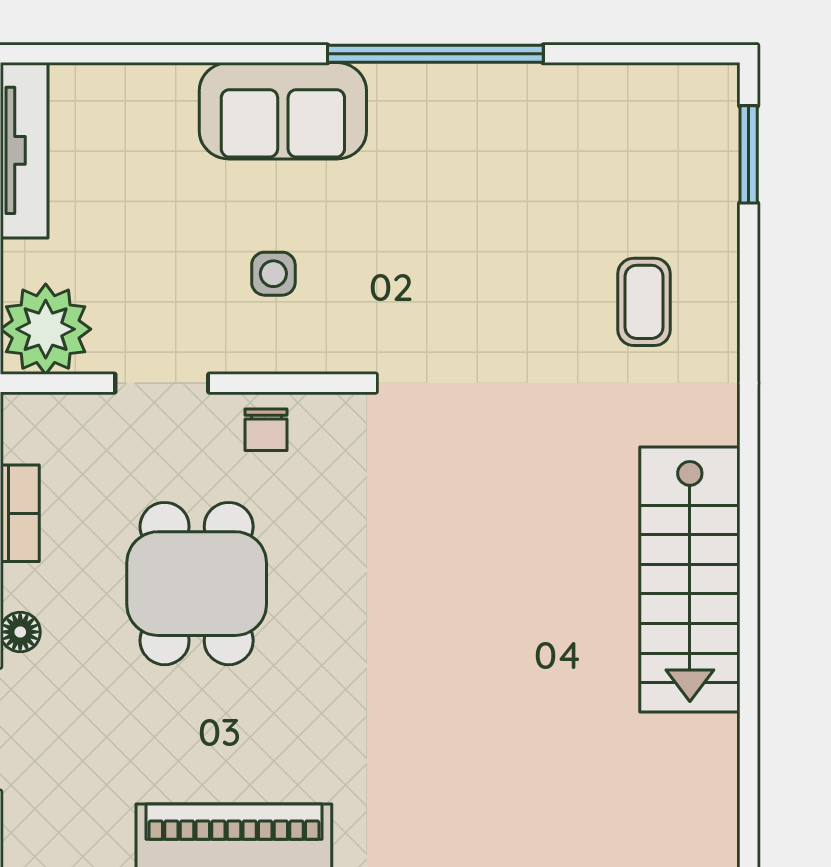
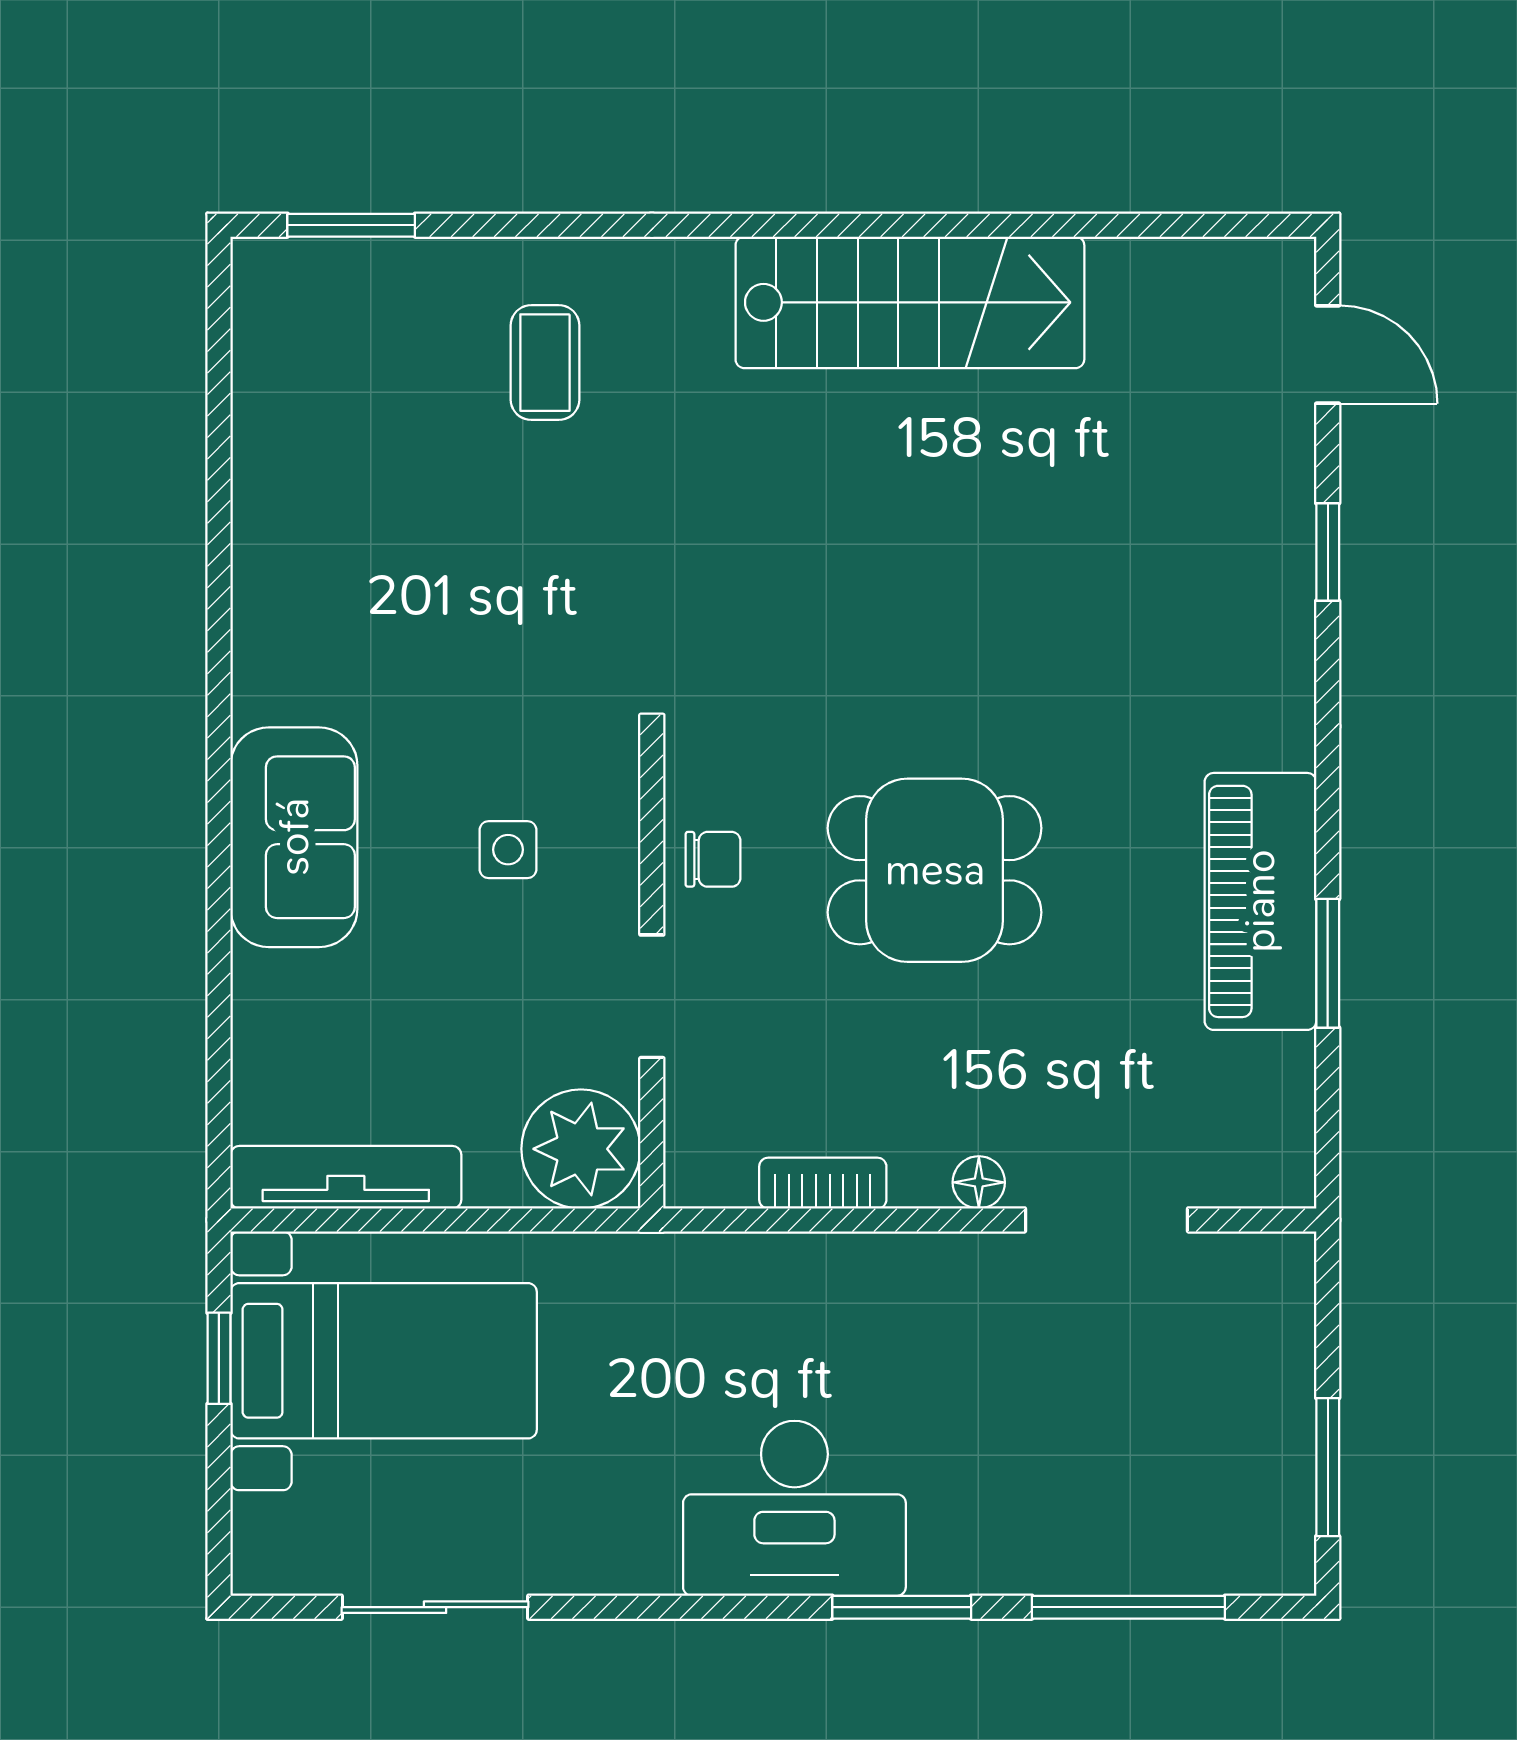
window: (435, 54) -> (219, 637), removed
coffee table: (644, 302) -> (545, 363), turned 90
dining table: (197, 584) -> (935, 870), moved

